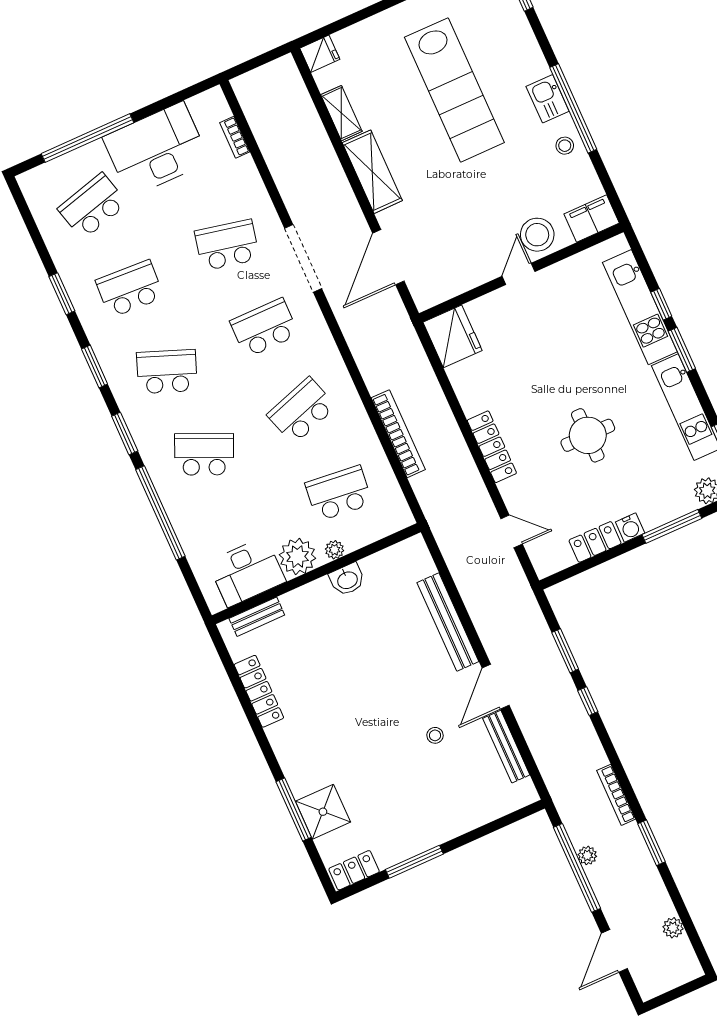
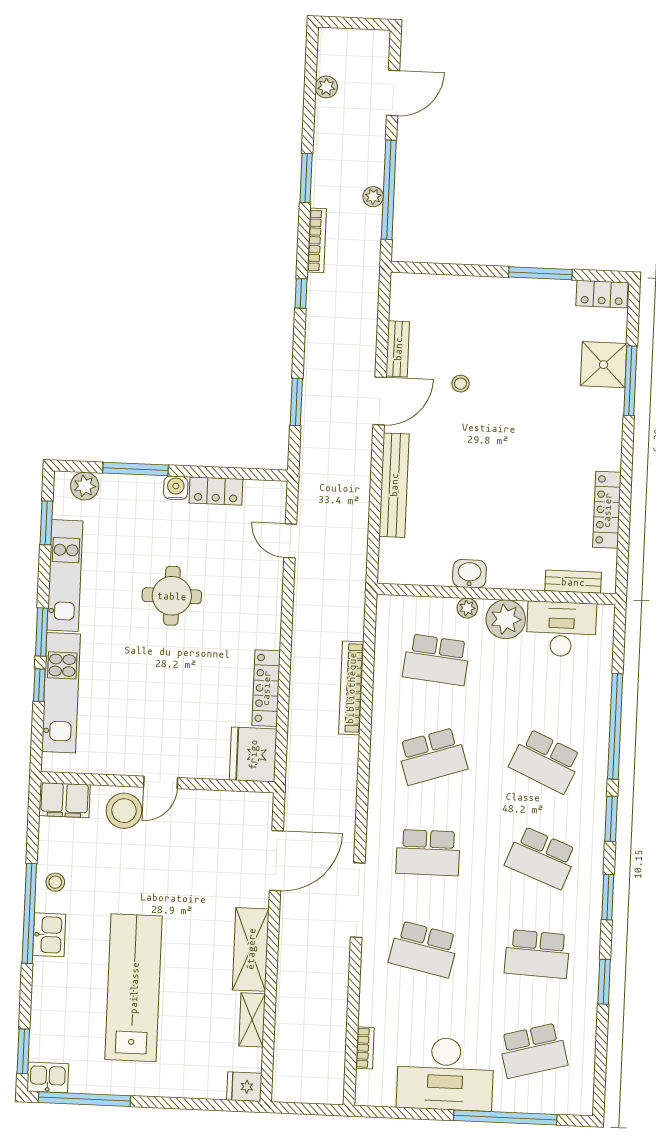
locker: (492, 447) -> (266, 688), moved
window: (588, 701) -> (301, 293), moved
bench: (506, 747) -> (398, 349), width x0.73

